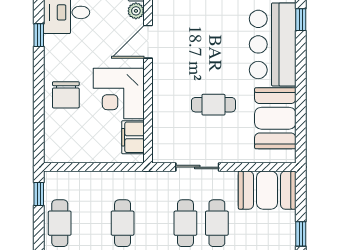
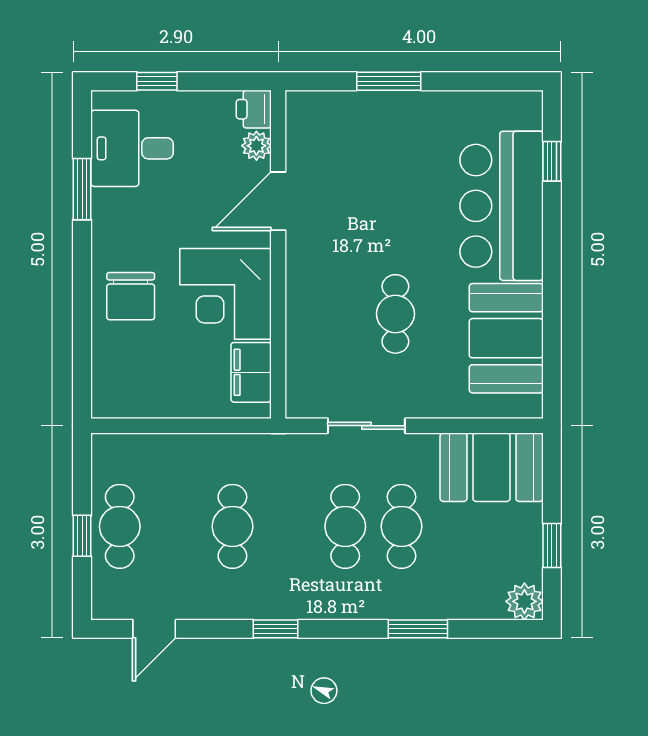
window: (39, 35) -> (82, 189), width x1.50
cafe table: (213, 105) -> (395, 314), turned 90
window: (39, 194) -> (82, 536), moved

